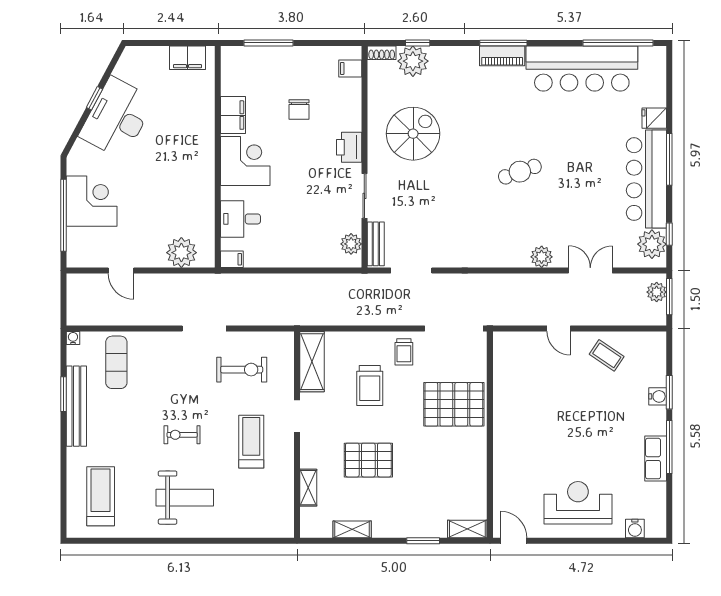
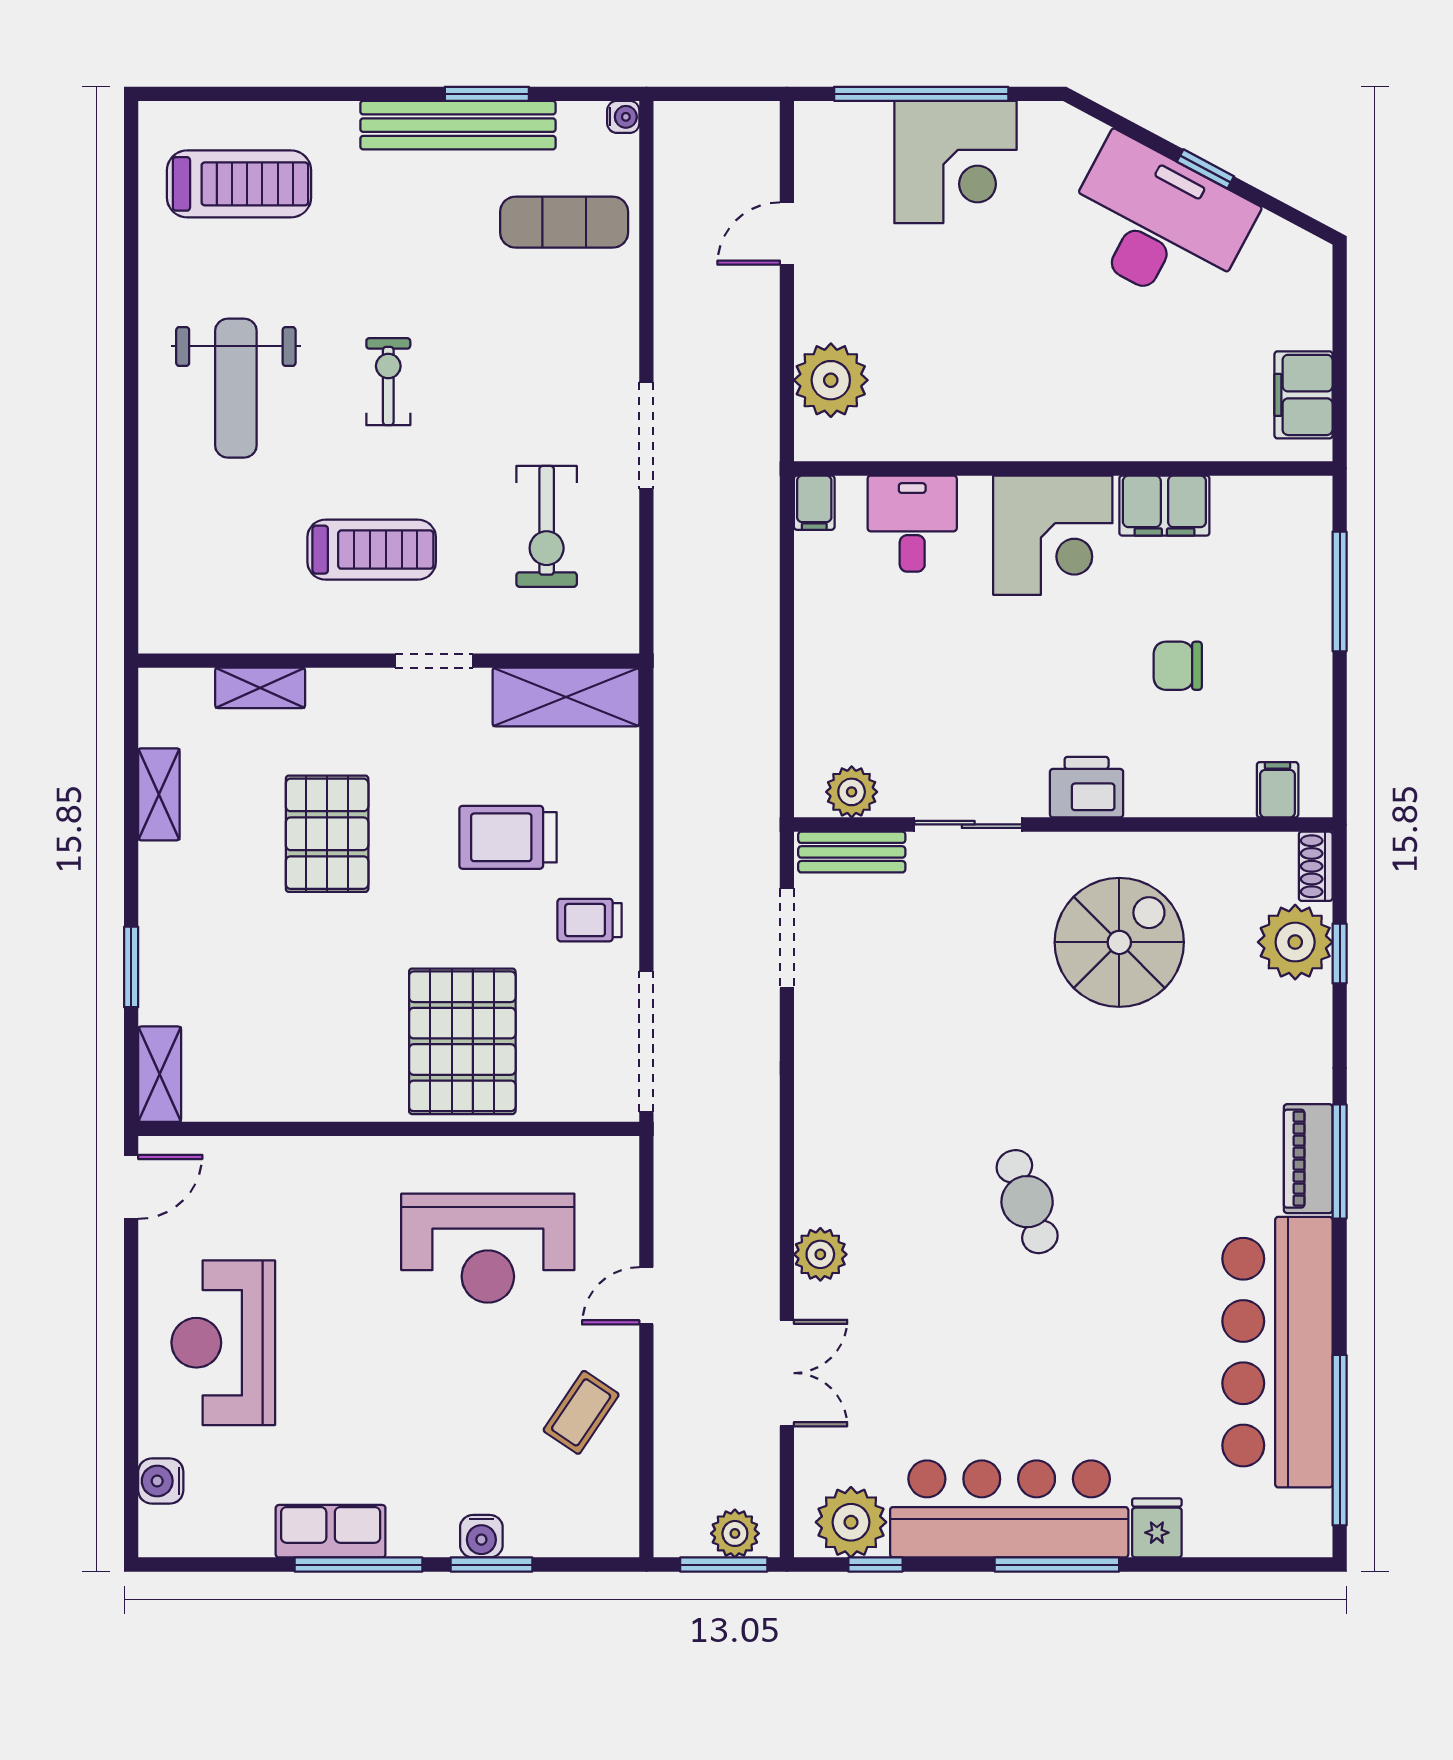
spiral stairs: (413, 134) -> (1119, 942), turned -90
reception desk: (539, 394) -> (488, 1248), added
reception desk: (578, 503) -> (223, 1343), turned 180

